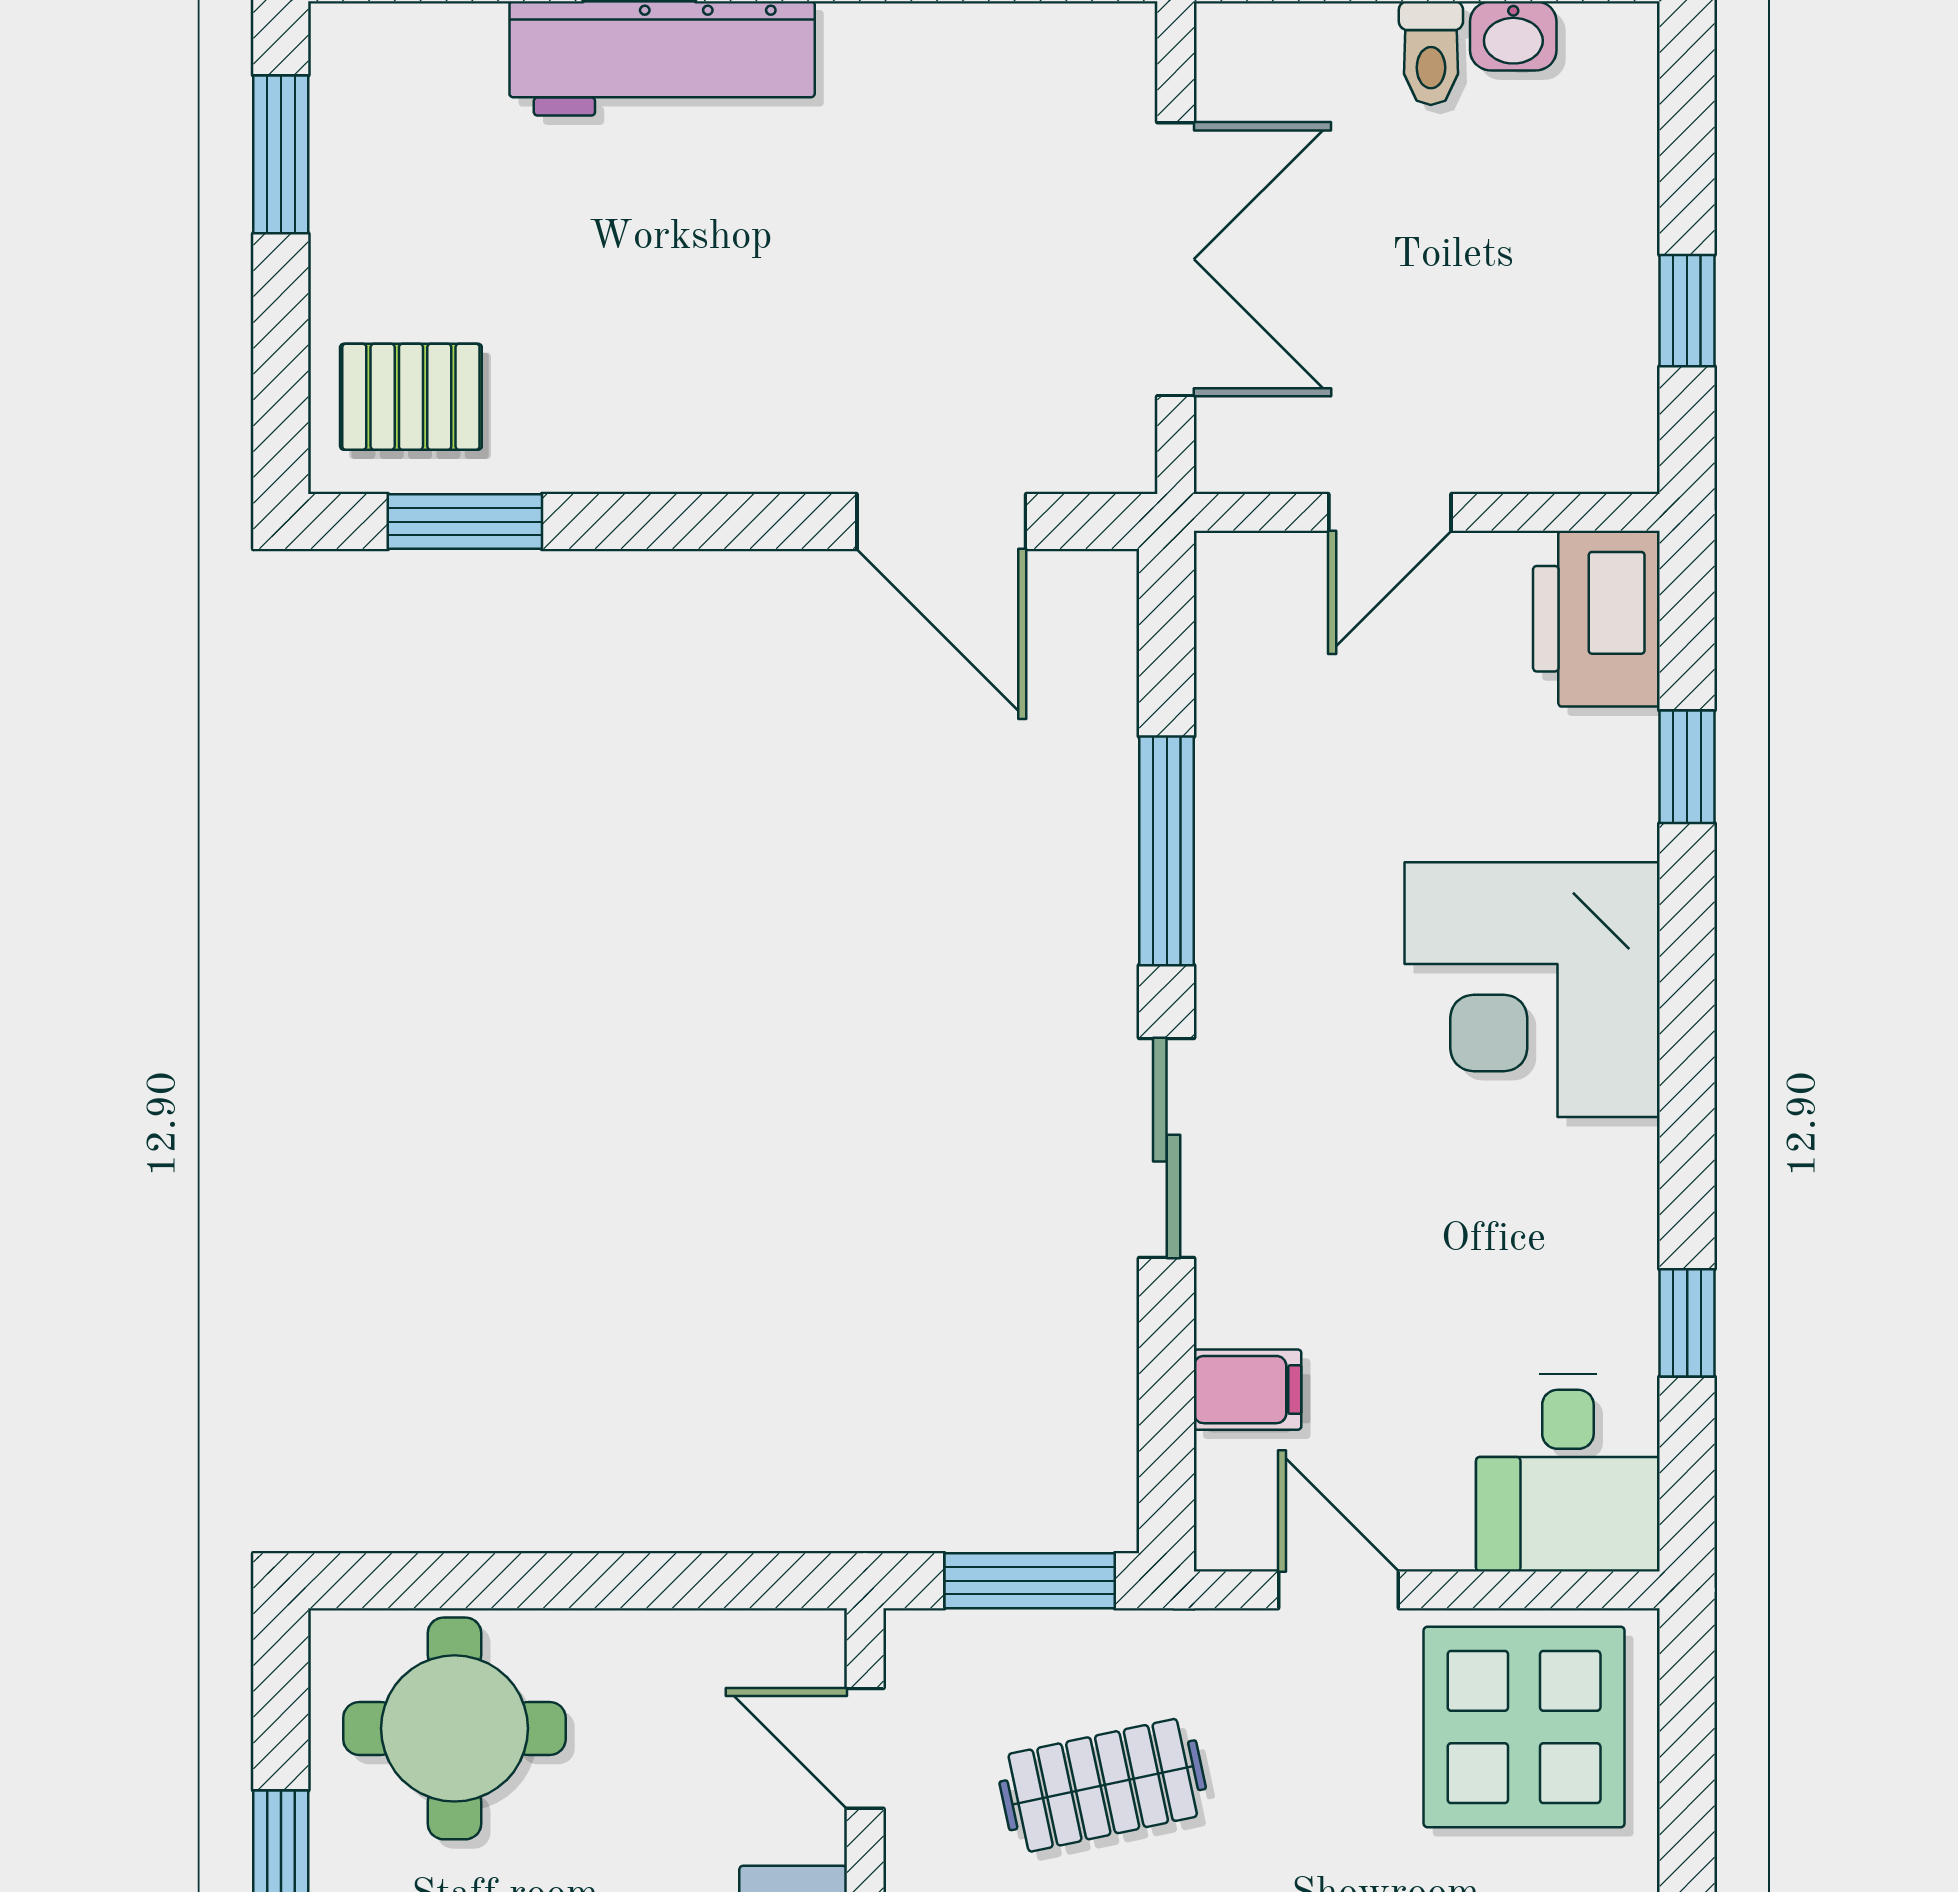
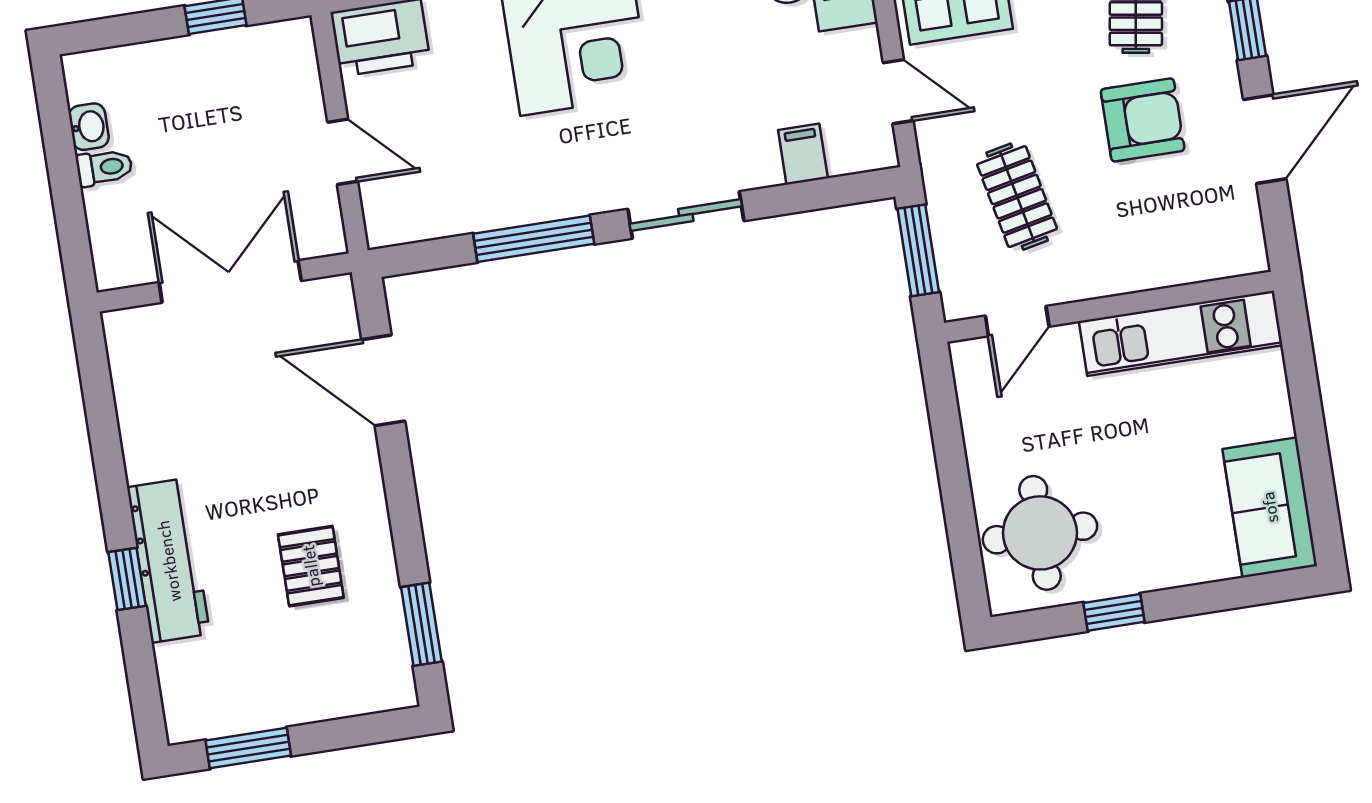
pallet: (411, 397) -> (311, 566), moved
door: (941, 522) -> (383, 380), swing flipped
door: (1338, 1590) -> (898, 92), swing flipped

